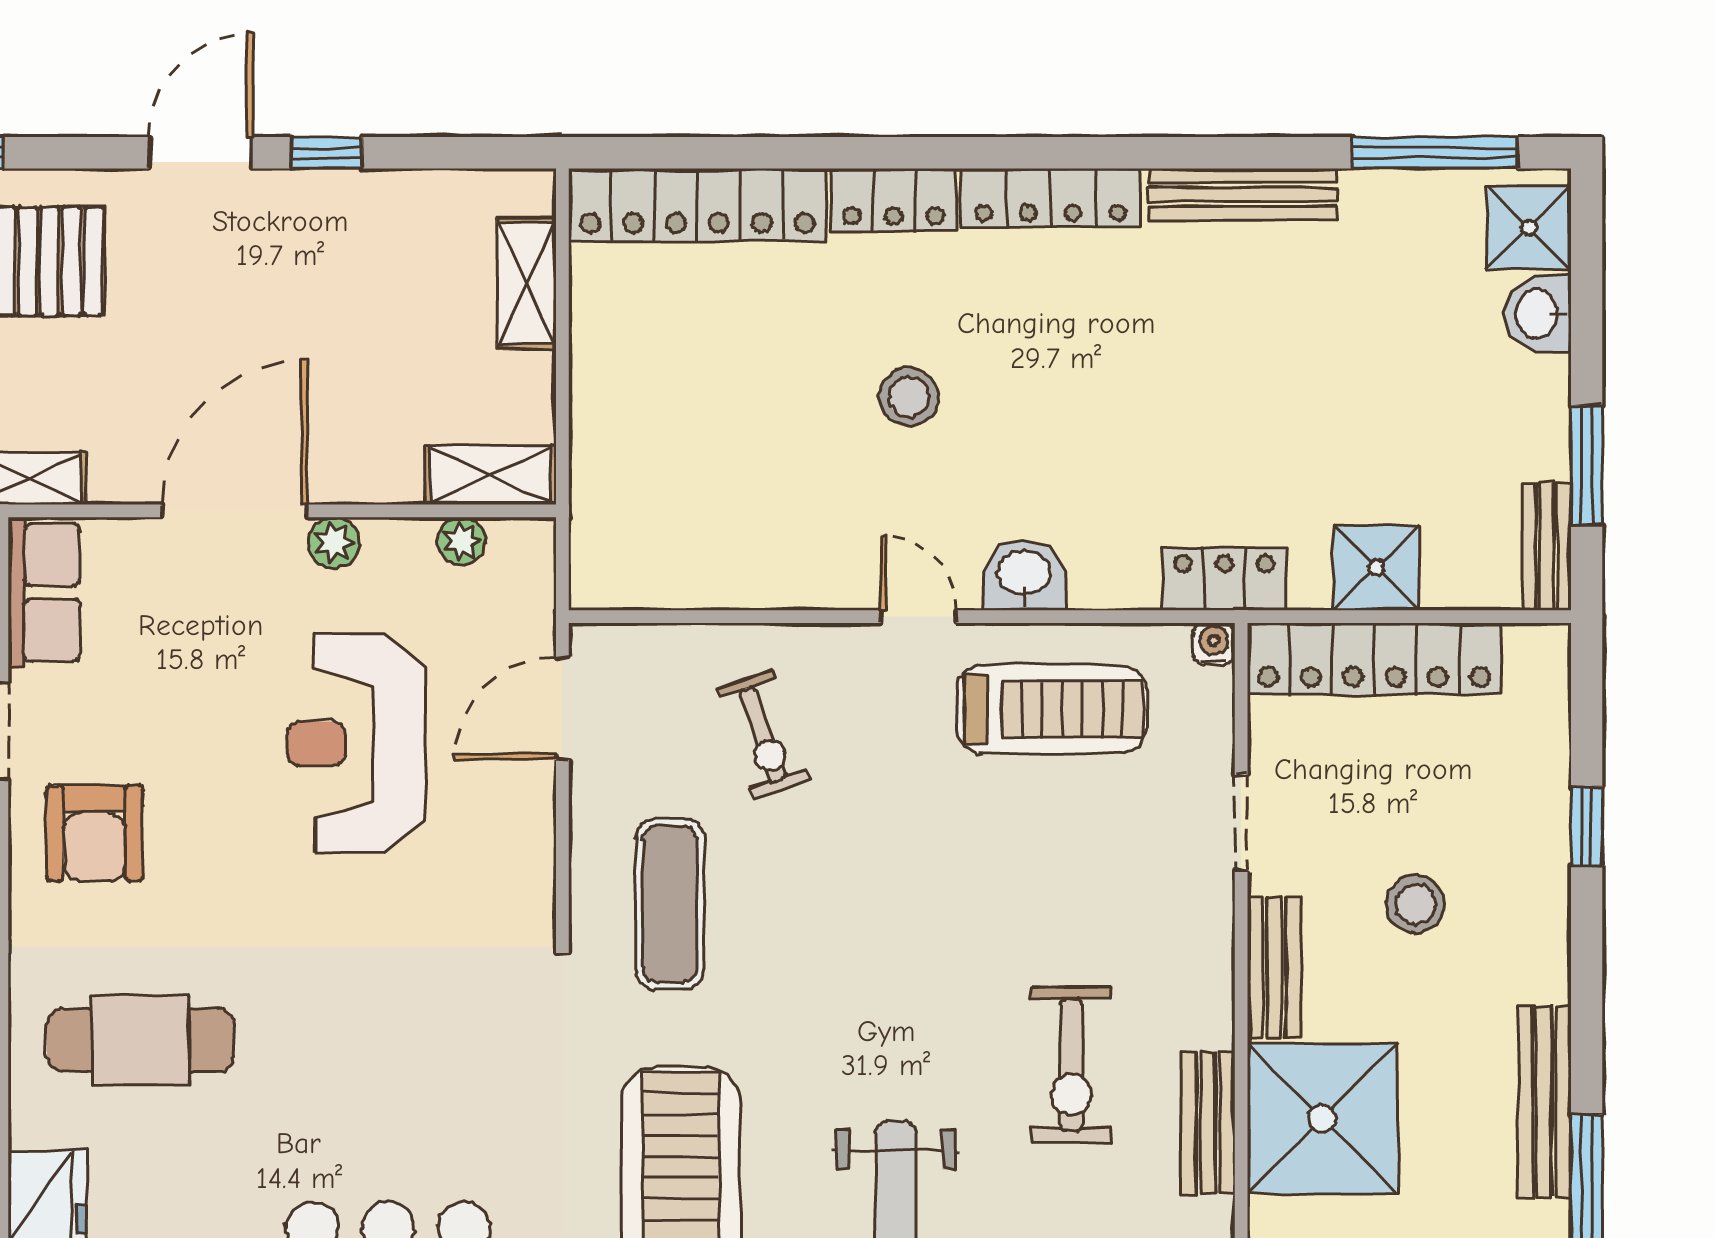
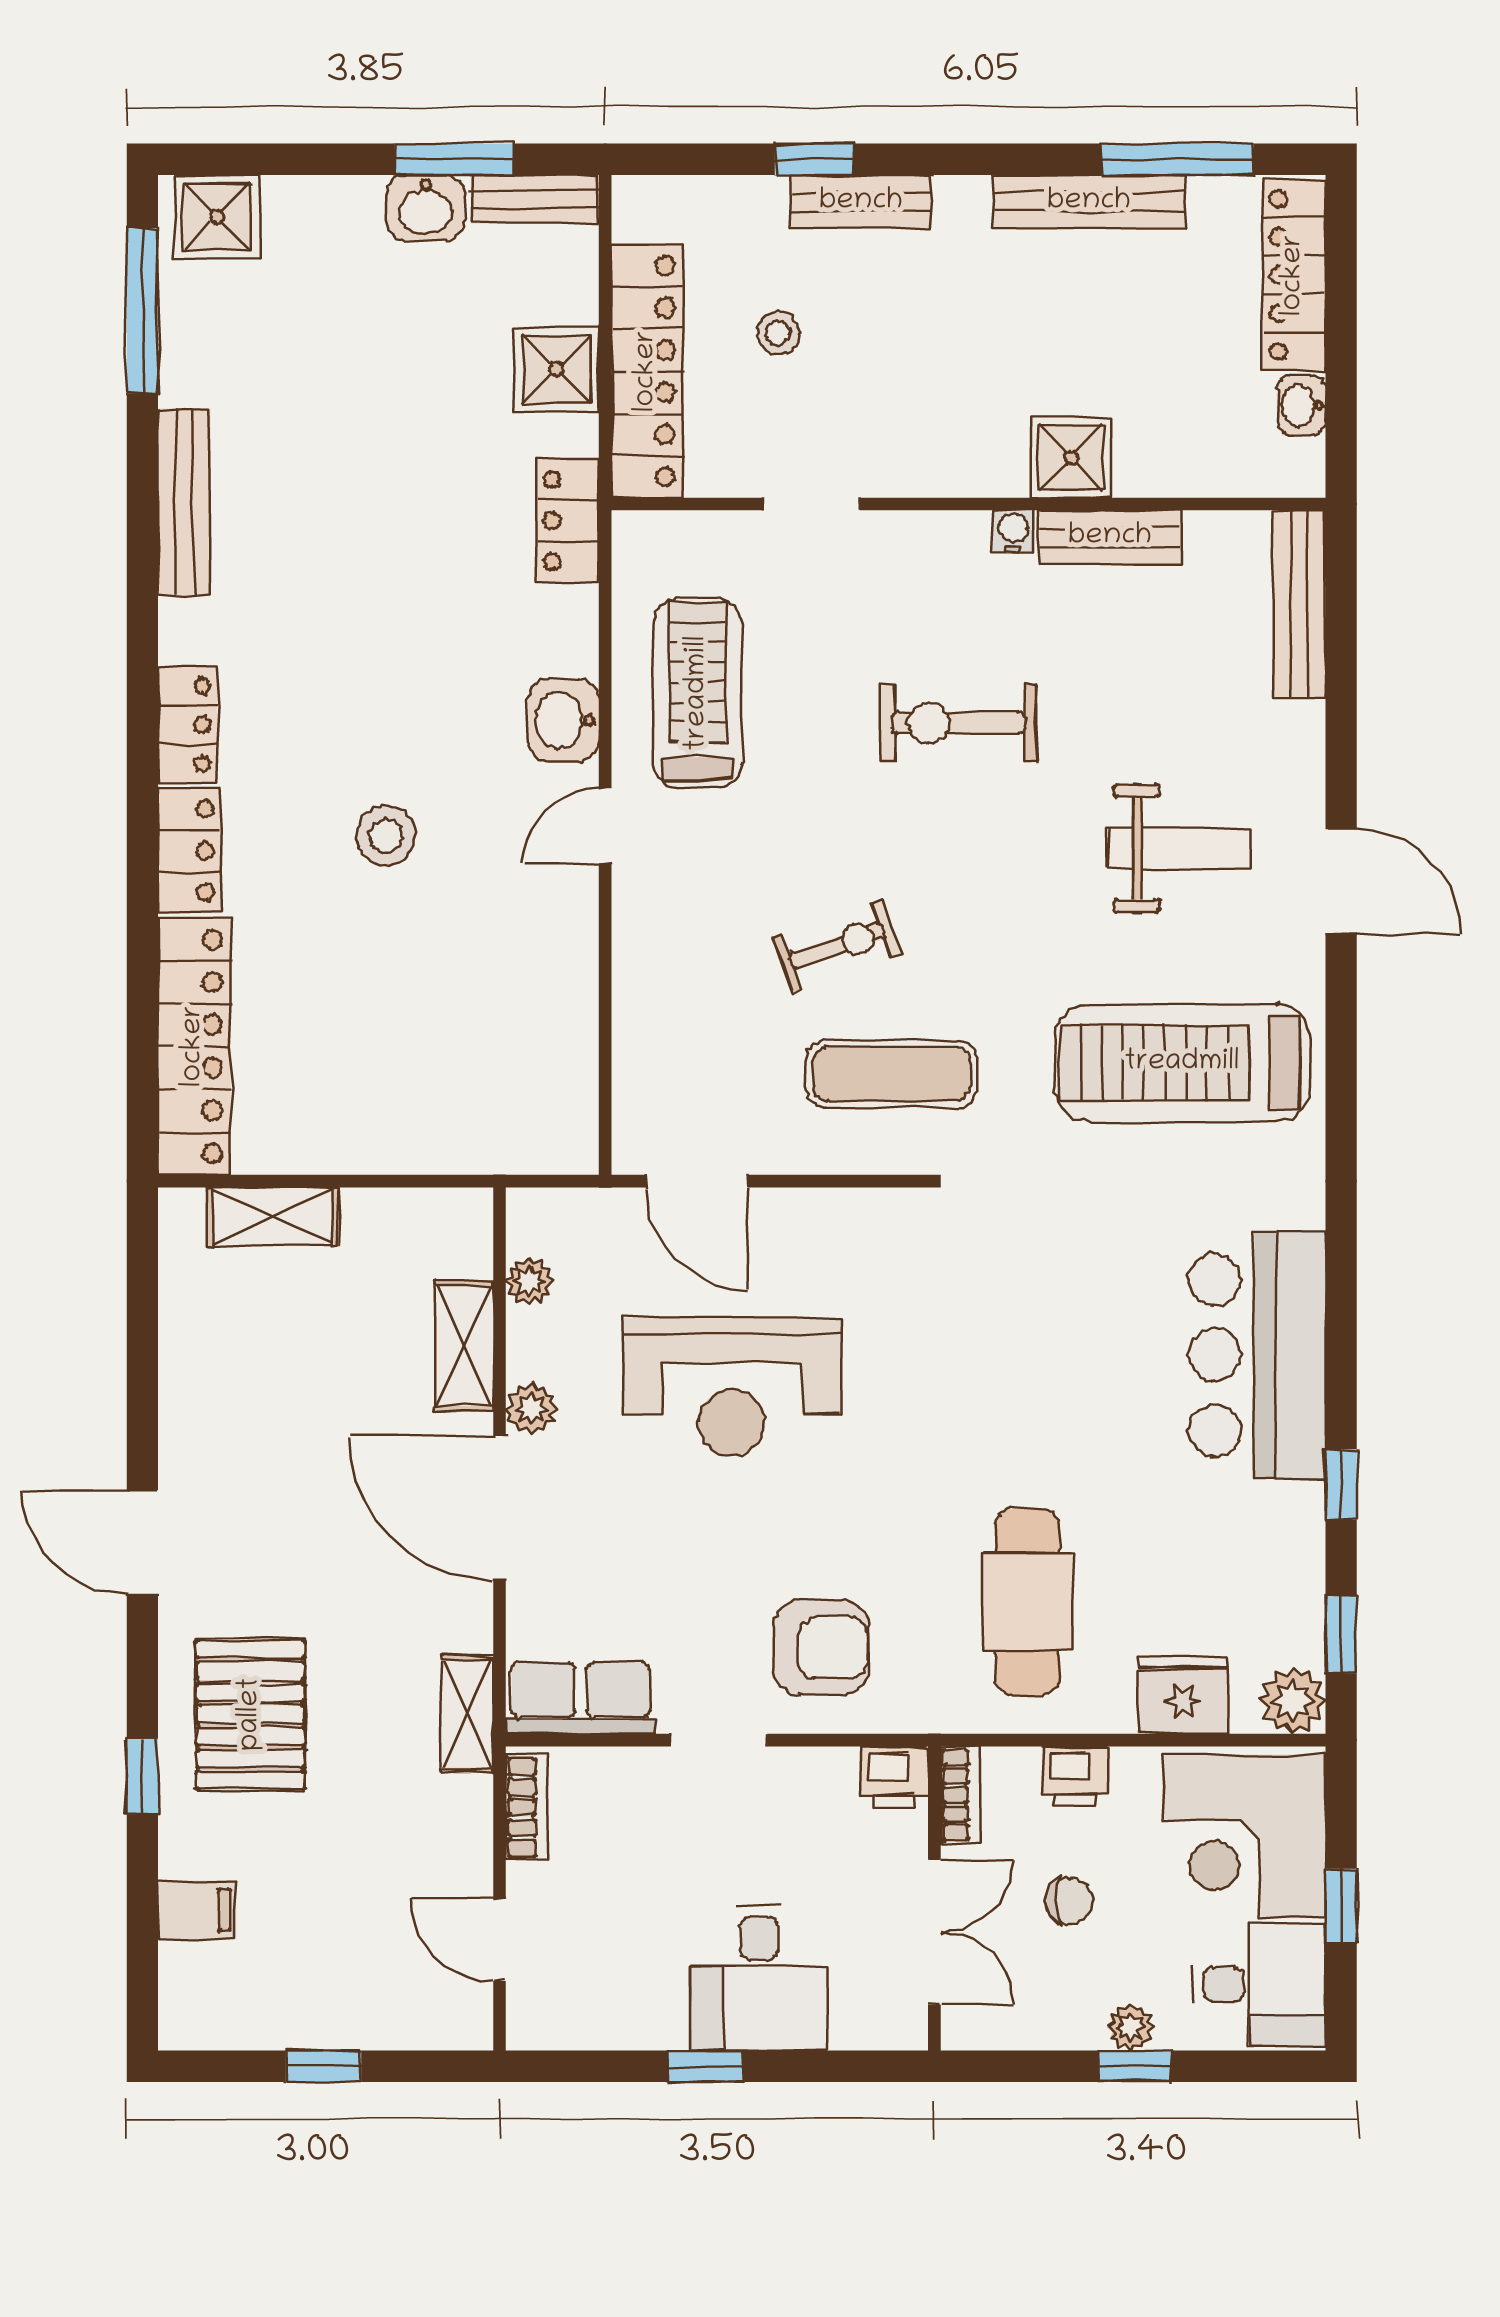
window: (327, 153) -> (142, 1416), removed
locker: (1051, 198) -> (187, 725), width x0.66
washbasin: (1538, 313) -> (425, 208), moved
shelving: (491, 475) -> (464, 1346), moved
water cooler: (1214, 644) -> (1013, 531), moved, turned 90
exercise bike: (763, 734) -> (837, 946), moved
stool: (1415, 904) -> (778, 333), moved, width x0.73, depth x0.73
bench: (1274, 968) -> (861, 202), moved
exercise bike: (1071, 1065) -> (958, 723), moved, turned 180
shower: (1322, 1119) -> (1071, 458), width x0.54, depth x0.54

